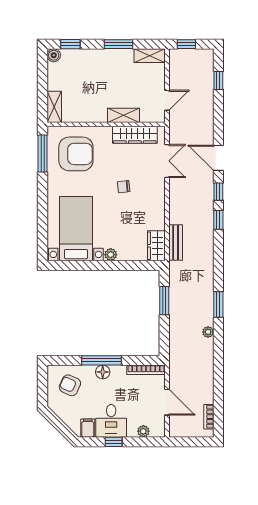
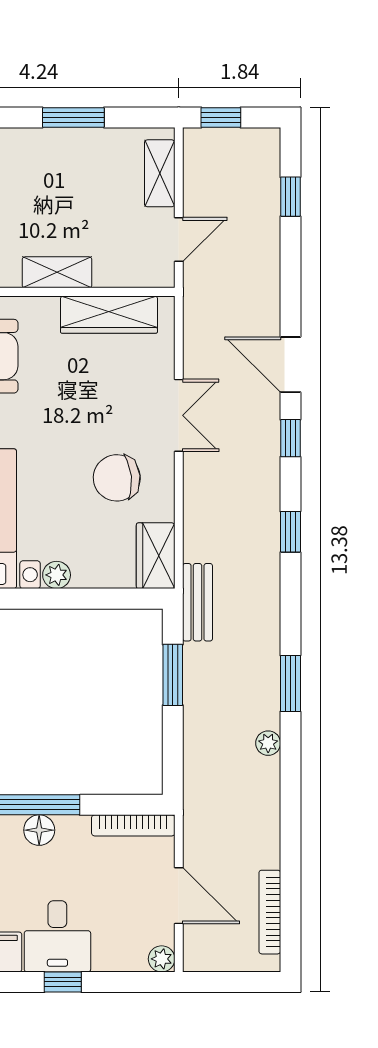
shelving: (150, 56) -> (160, 173), moved, turned 90
shelving: (124, 115) -> (57, 272), moved
double door: (167, 161) -> (179, 415), moved
chair: (124, 187) -> (117, 478), moved, width x1.87, depth x1.87
window: (218, 220) -> (290, 532), moved
bench: (176, 243) -> (198, 602), moved
bookcase: (209, 417) -> (270, 912), width x1.56
plant: (143, 431) -> (162, 959), moved

